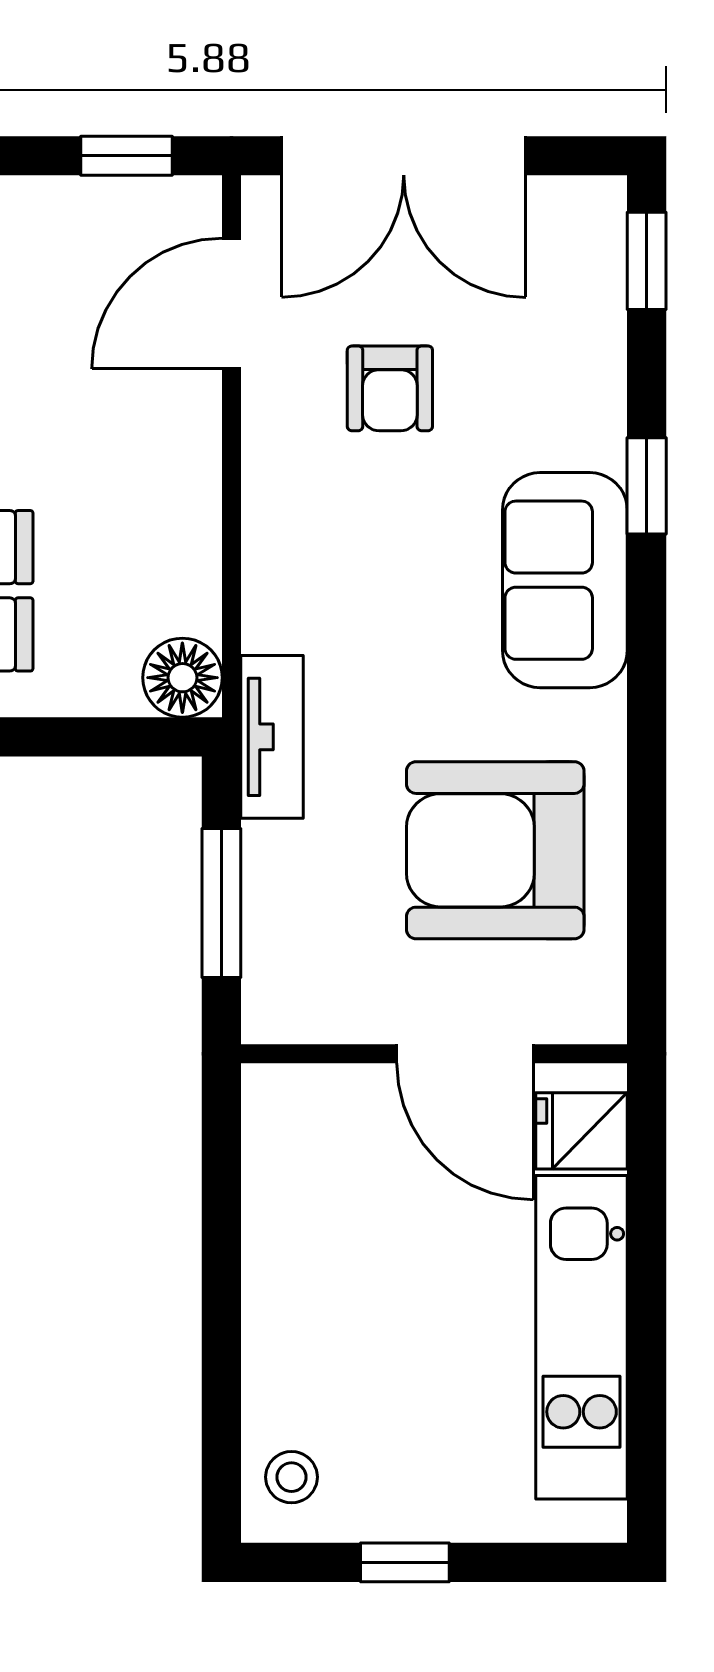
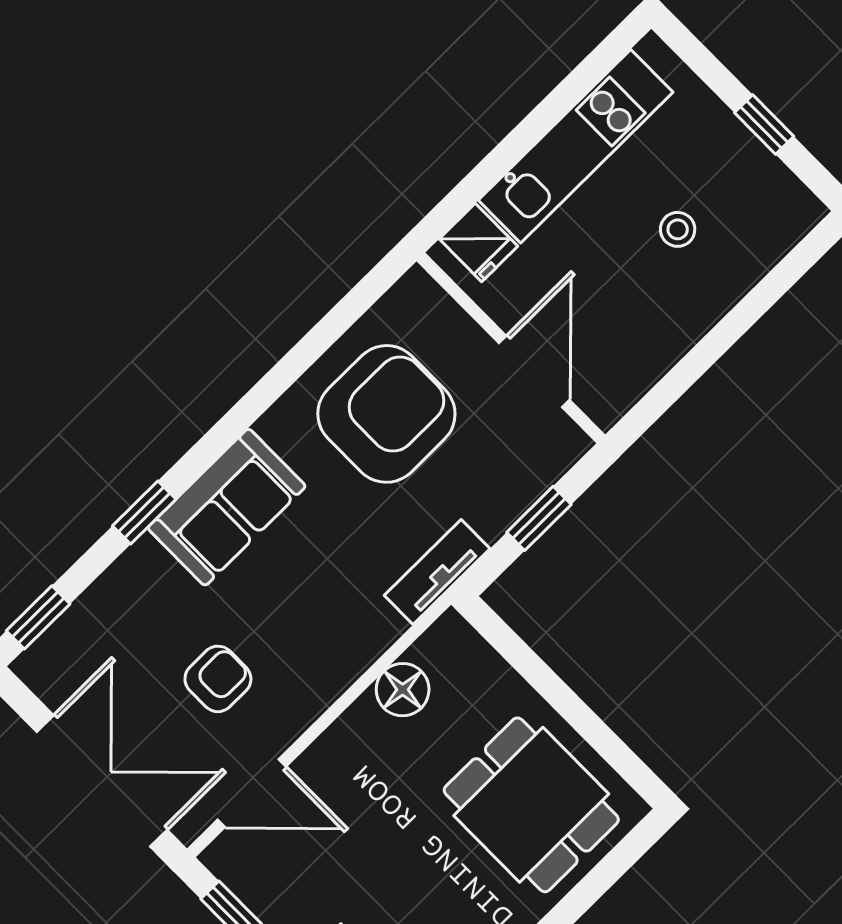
floor lamp: (182, 678) -> (403, 690), moved
armchair: (495, 850) -> (386, 414), turned -90
window: (221, 903) -> (539, 518), width x0.67
door: (465, 1054) -> (534, 372), moved
stool: (292, 1477) -> (678, 229), moved

